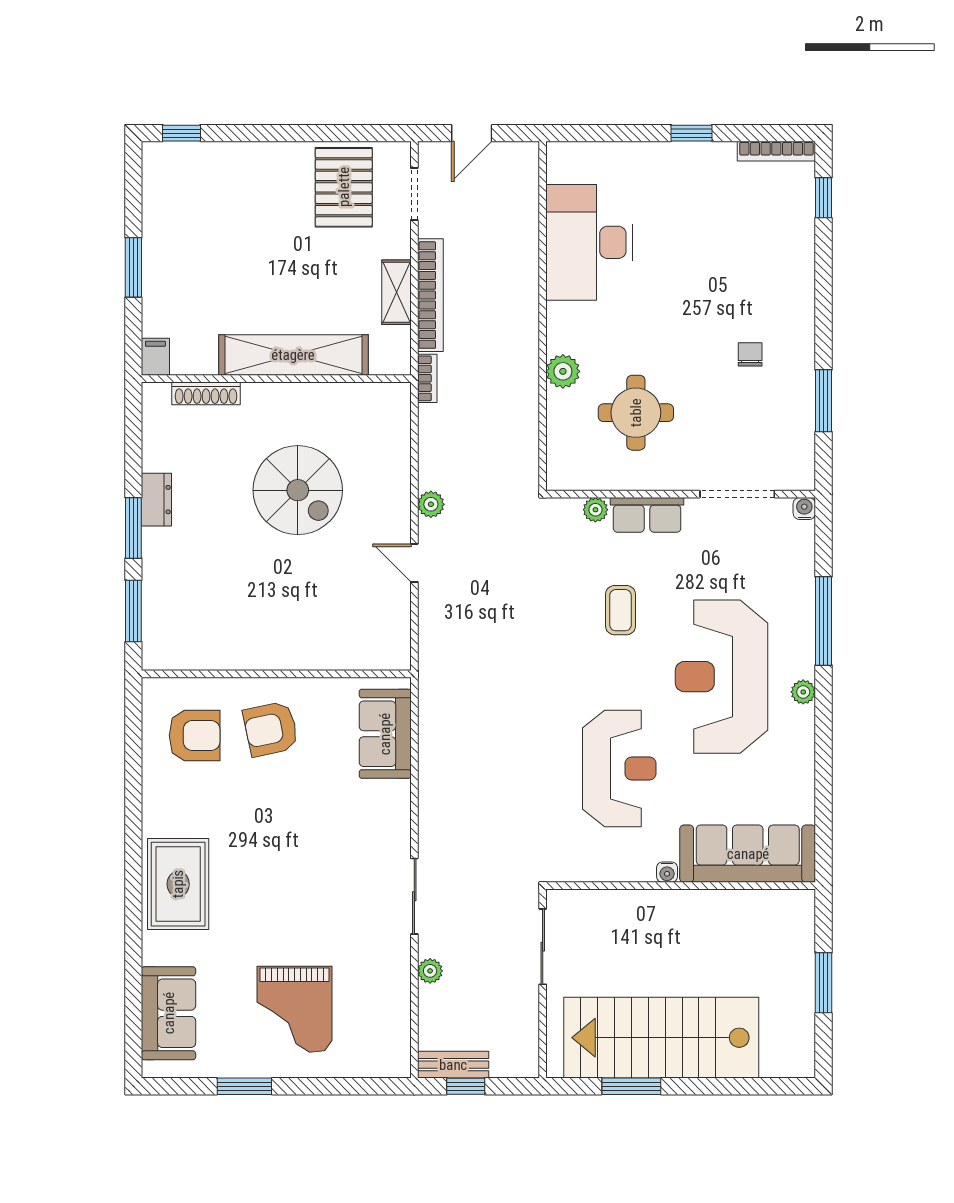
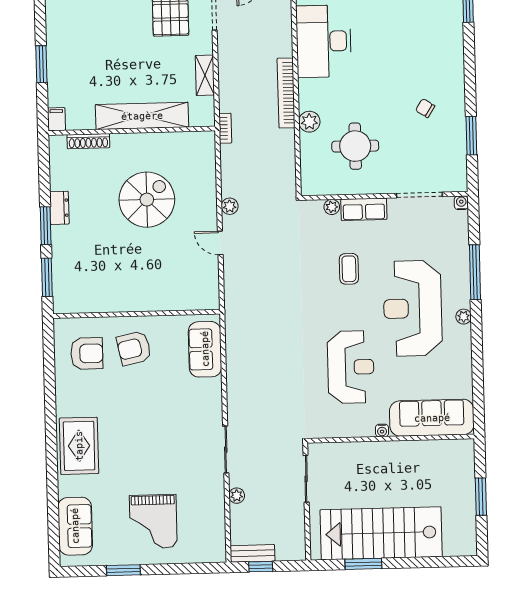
bookcase: (430, 295) -> (286, 93), moved, turned 180
chair: (750, 354) -> (425, 108), turned -57
spiral stairs: (298, 490) -> (147, 200), turned -90

